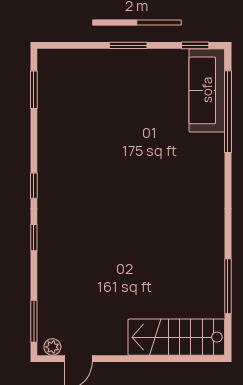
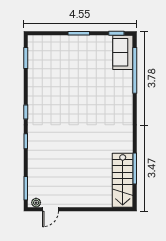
sofa: (207, 90) -> (123, 52), width x0.73
stairs: (176, 337) -> (123, 180), moved, turned -90

